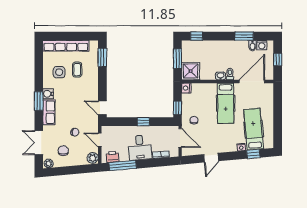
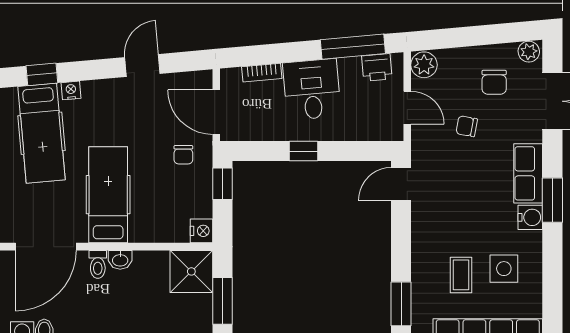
door: (102, 108) -> (401, 184), swing flipped

